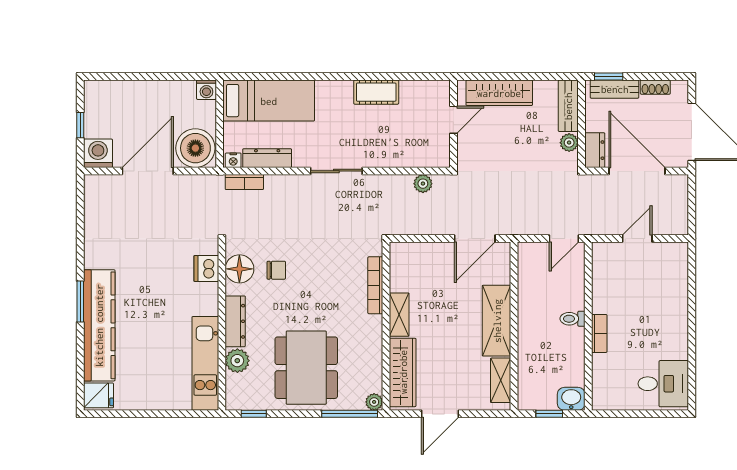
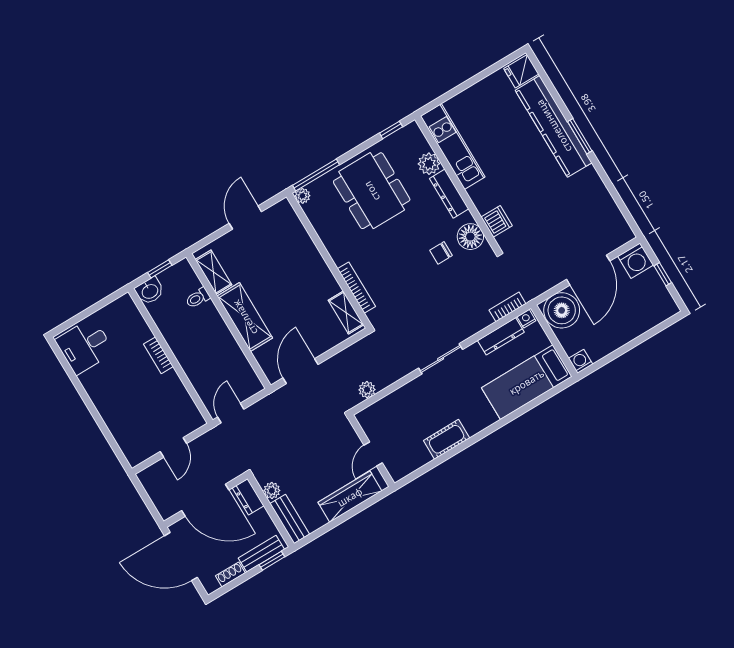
shelving: (399, 315) -> (346, 313), moved
toilet: (573, 319) -> (198, 298), moved, turned 180
wardrobe: (403, 372) -> (294, 232), removed

